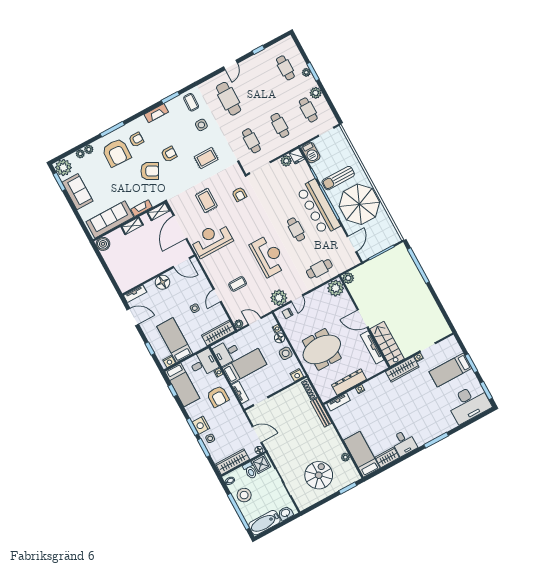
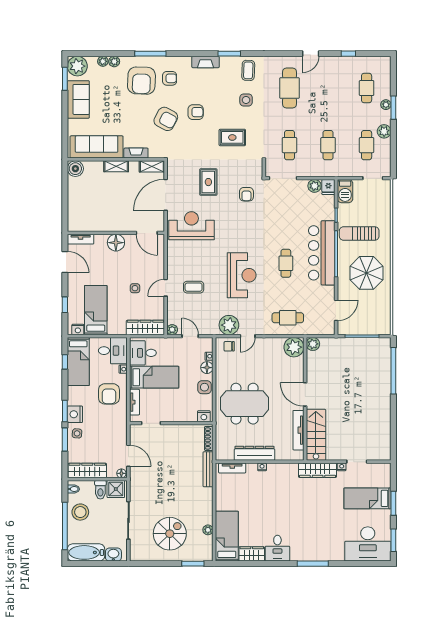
parasol: (359, 204) -> (367, 273), width x0.73, depth x0.73

